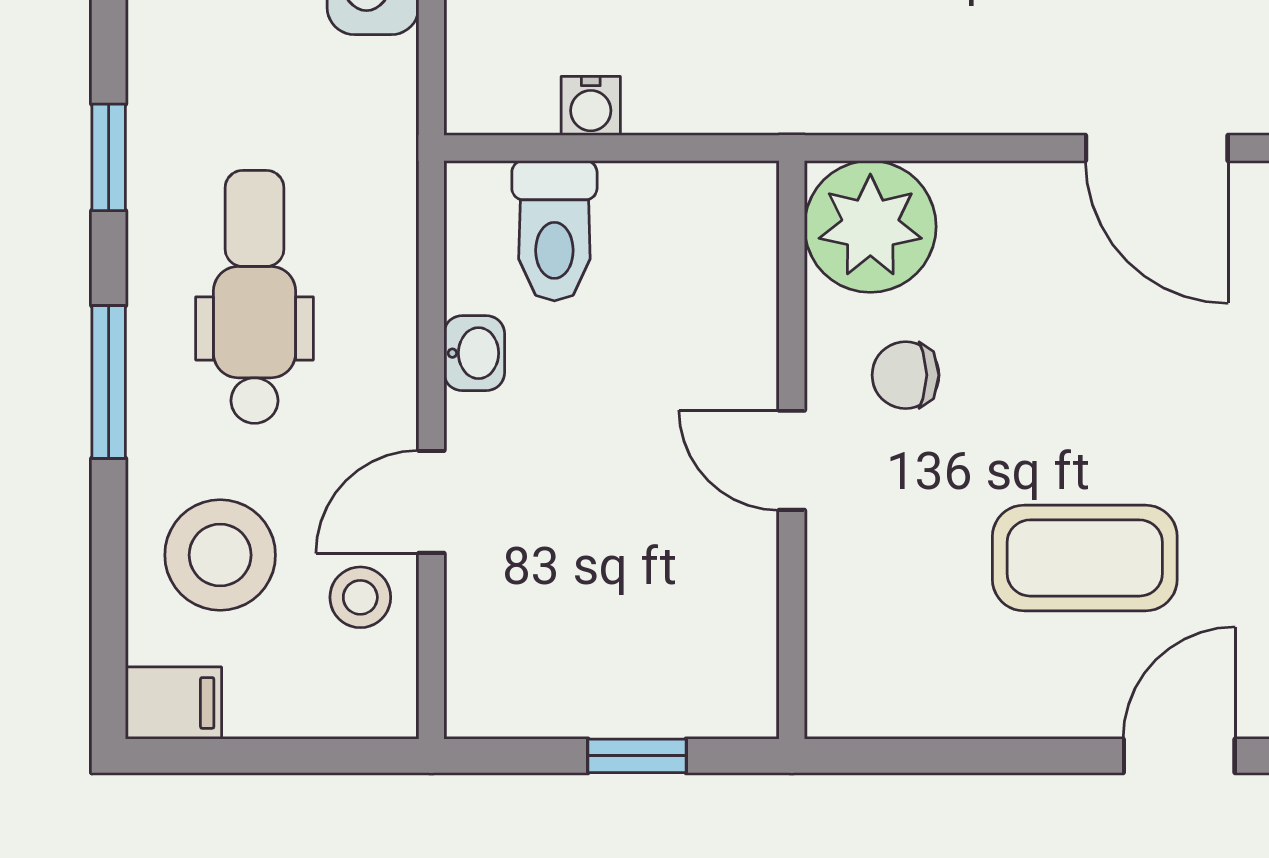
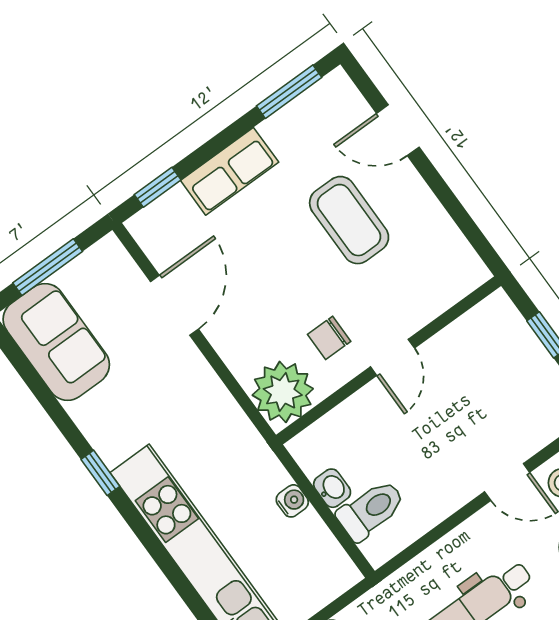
water cooler: (591, 106) -> (292, 501), moved
washbasin: (474, 353) -> (332, 488), moved, turned 90
chair: (906, 375) -> (329, 338), turned 90

